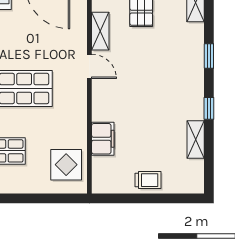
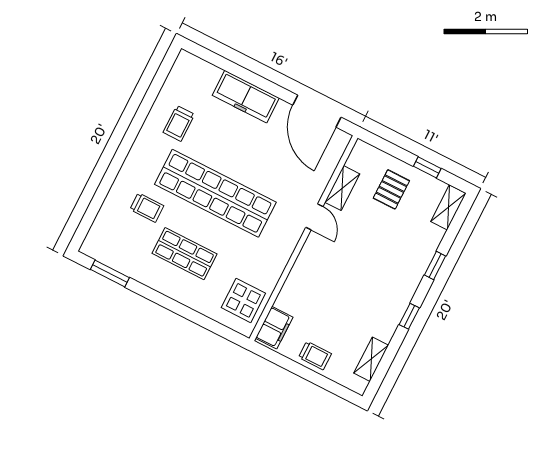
filing cabinet: (103, 139) -> (274, 328), moved
shelving: (196, 139) -> (371, 359), moved

